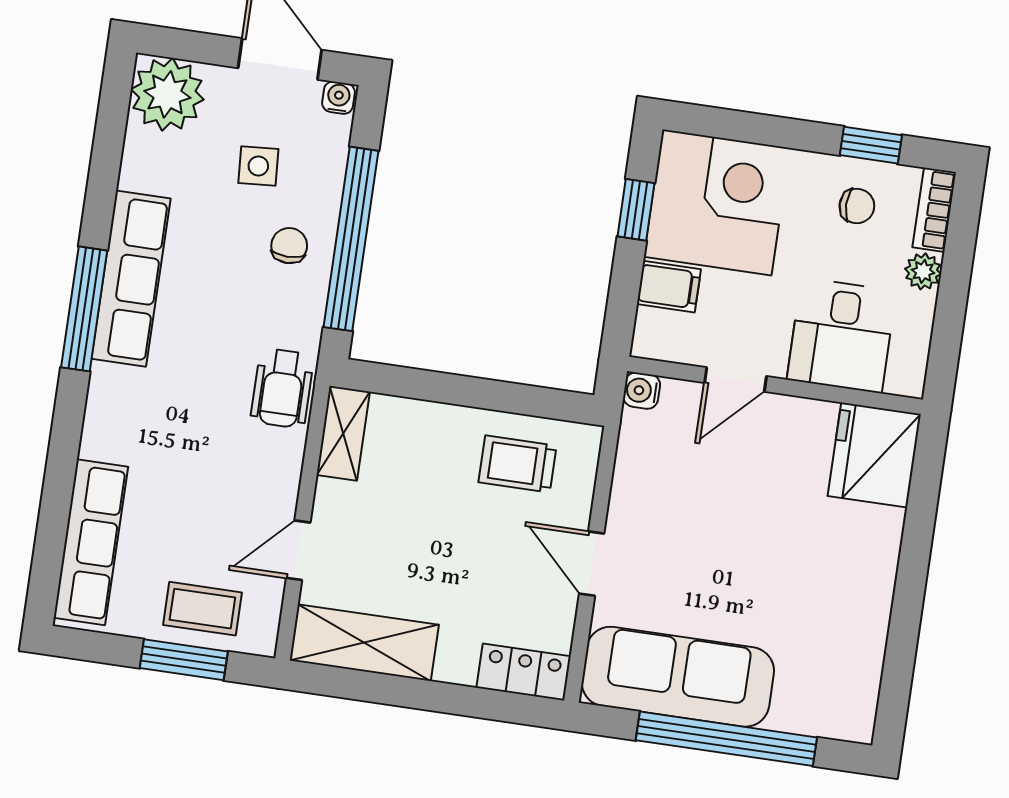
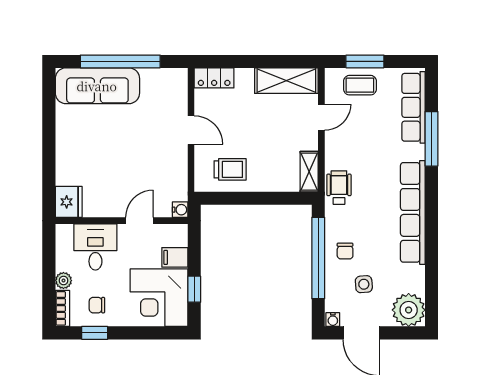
row of seats: (131, 279) -> (413, 212), width x1.36
window: (84, 309) -> (432, 139), moved
fridge: (874, 455) -> (69, 202), width x0.73, depth x0.75
sofa: (678, 677) -> (97, 86), moved

